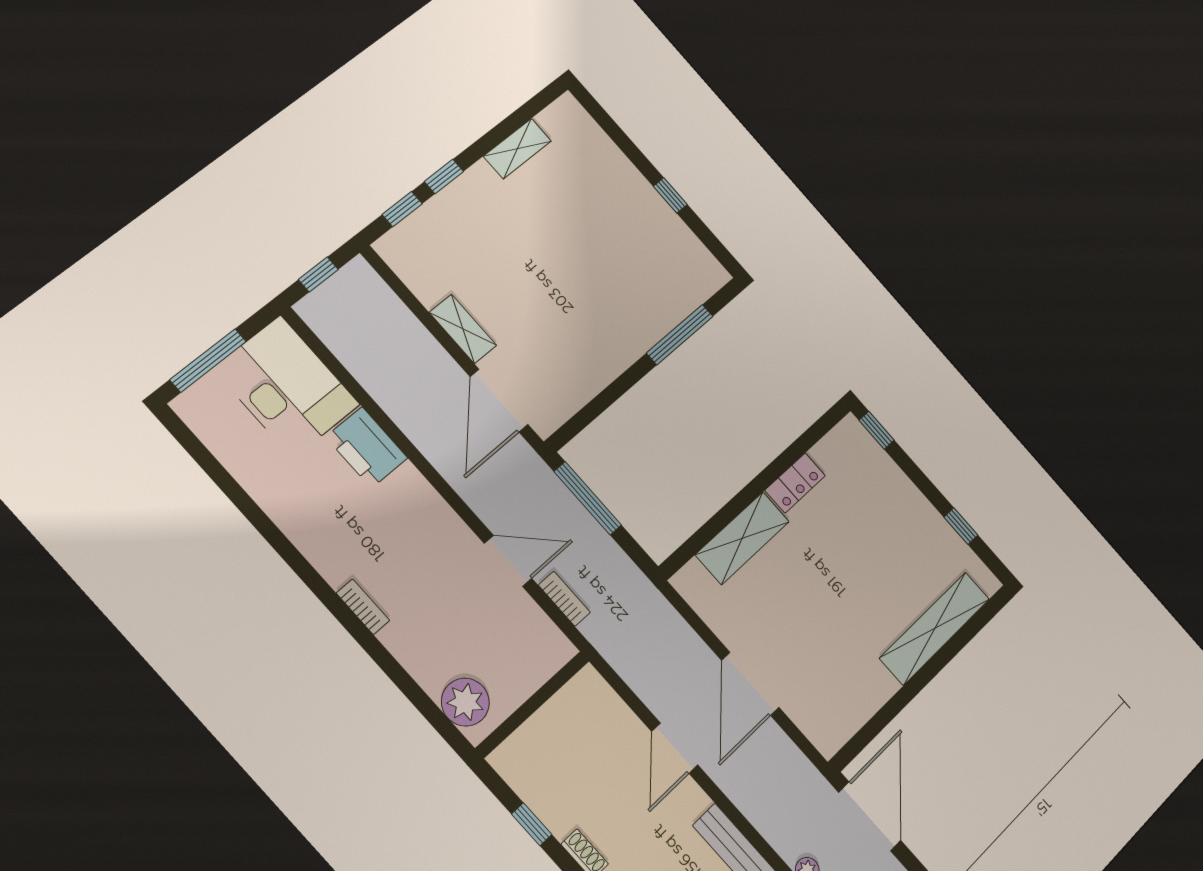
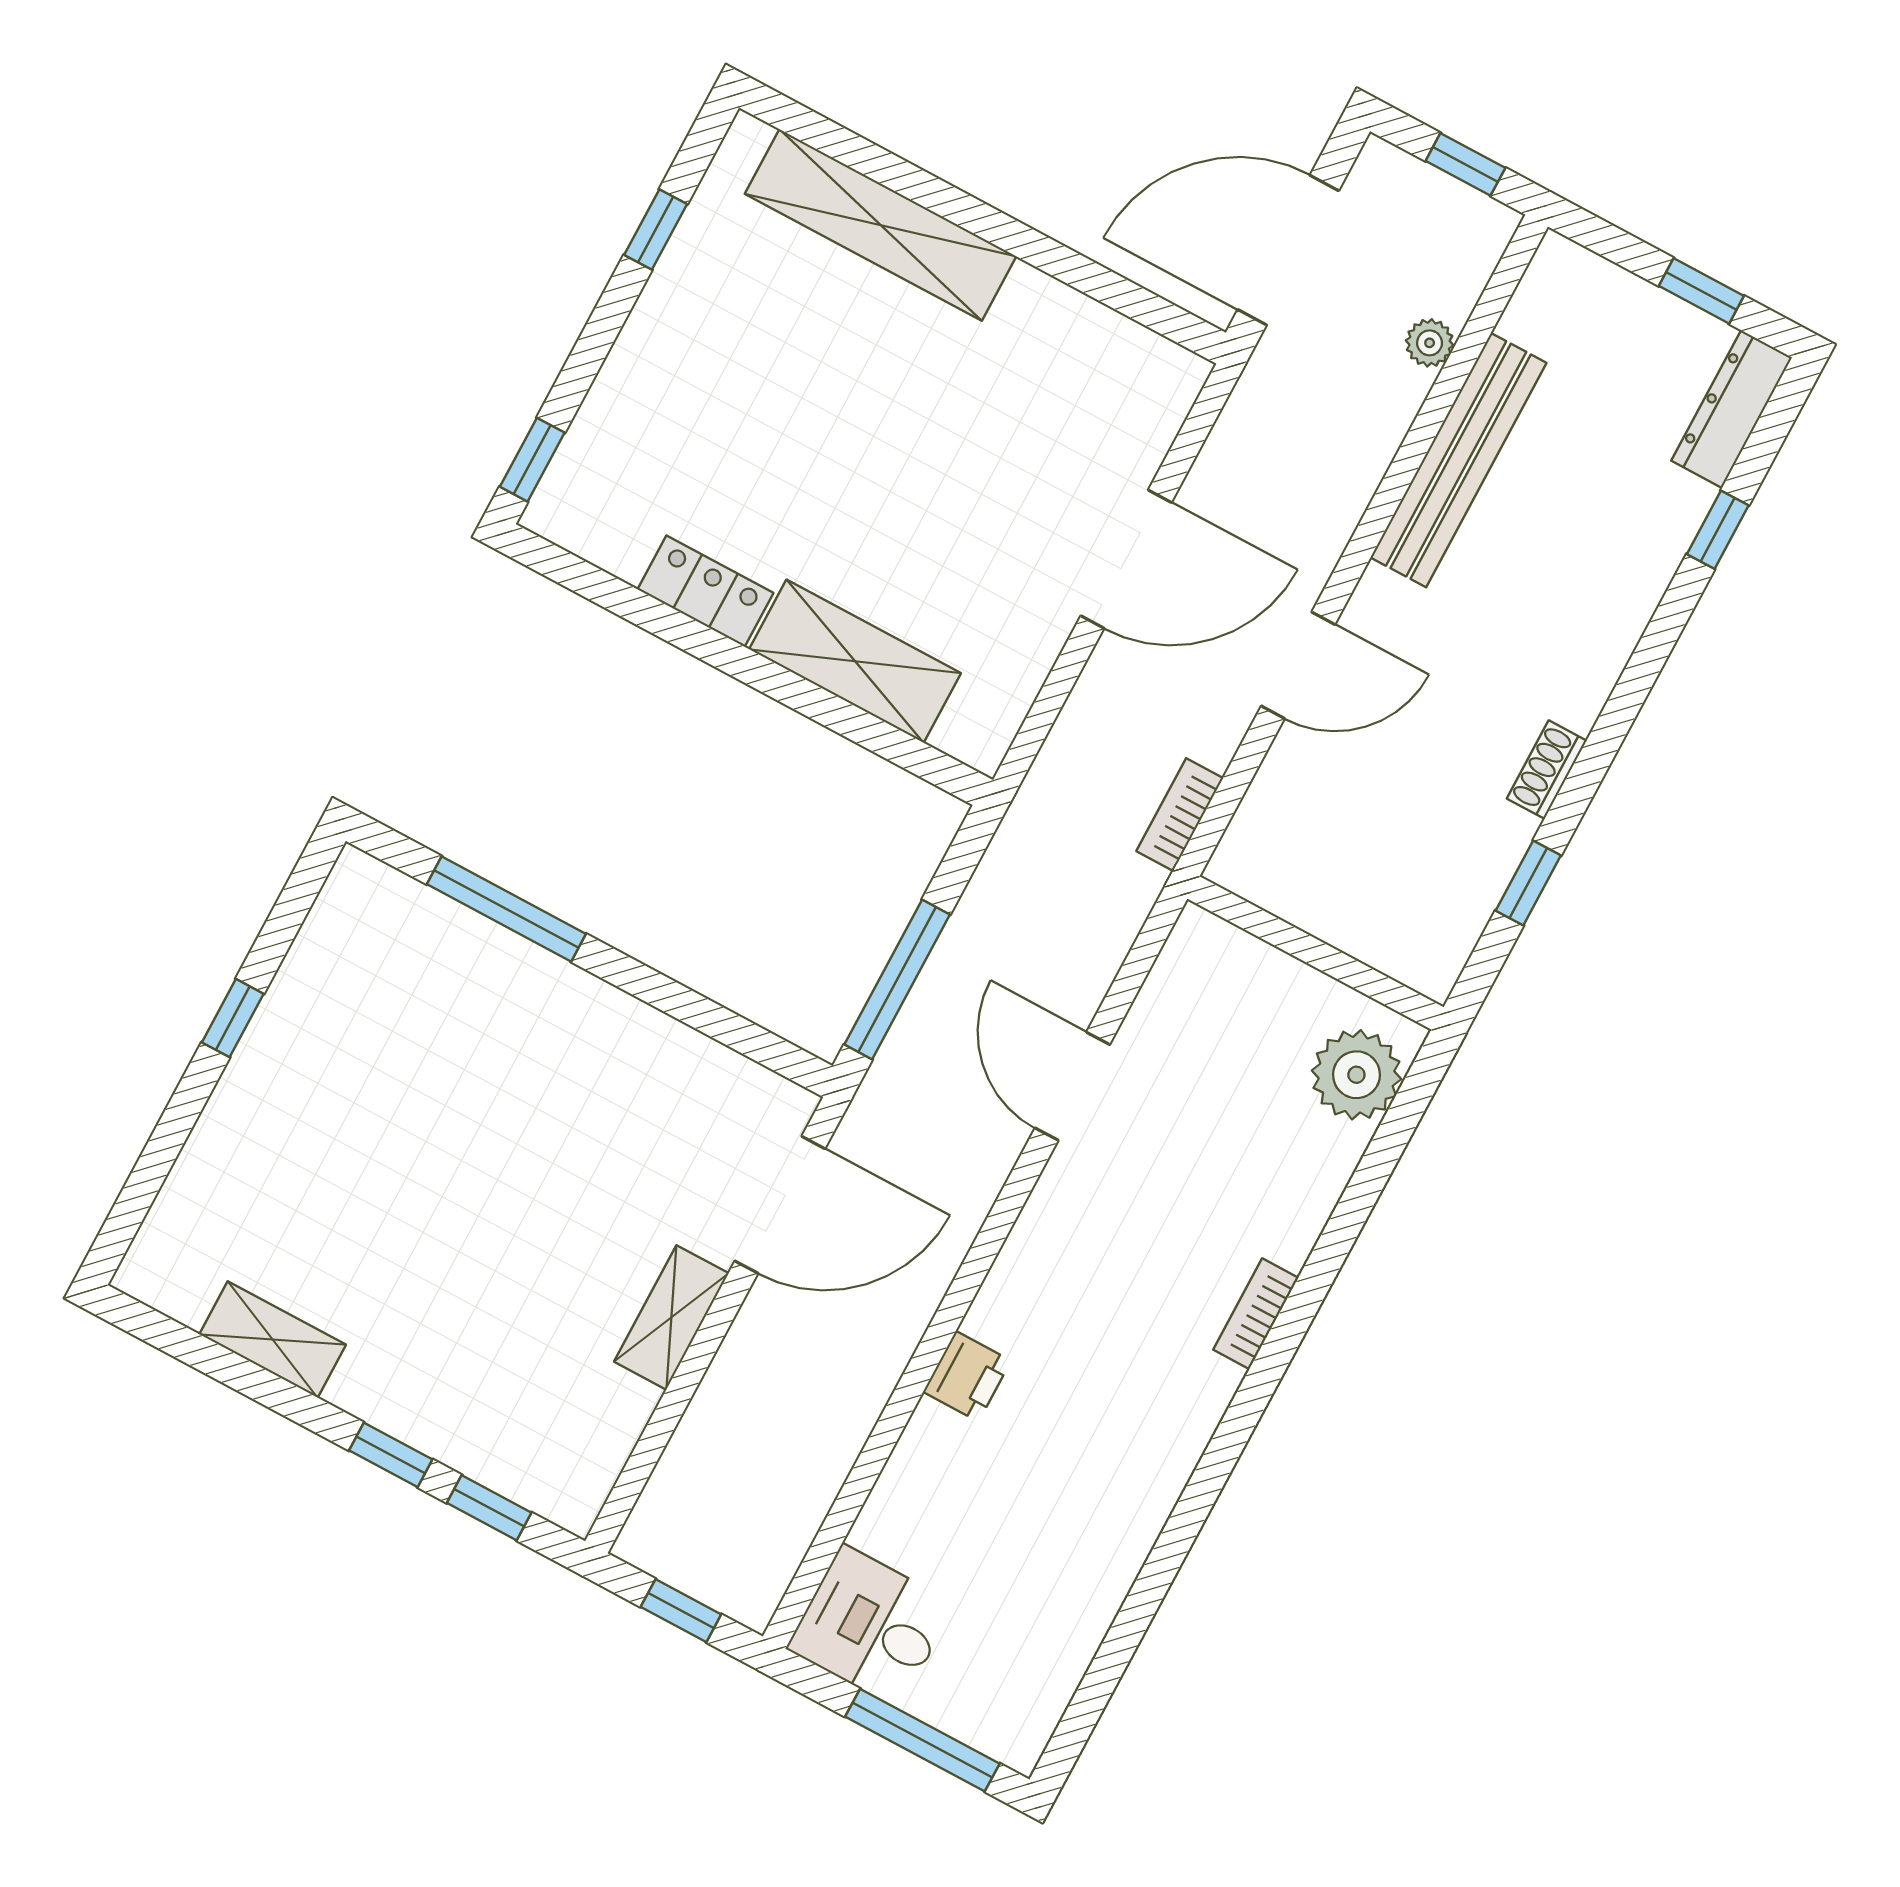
desk: (287, 387) -> (871, 1626), width x0.53, depth x0.77
printer: (367, 447) -> (967, 1376), width x0.53, depth x0.68
bookcase: (564, 599) -> (1180, 815), moved

